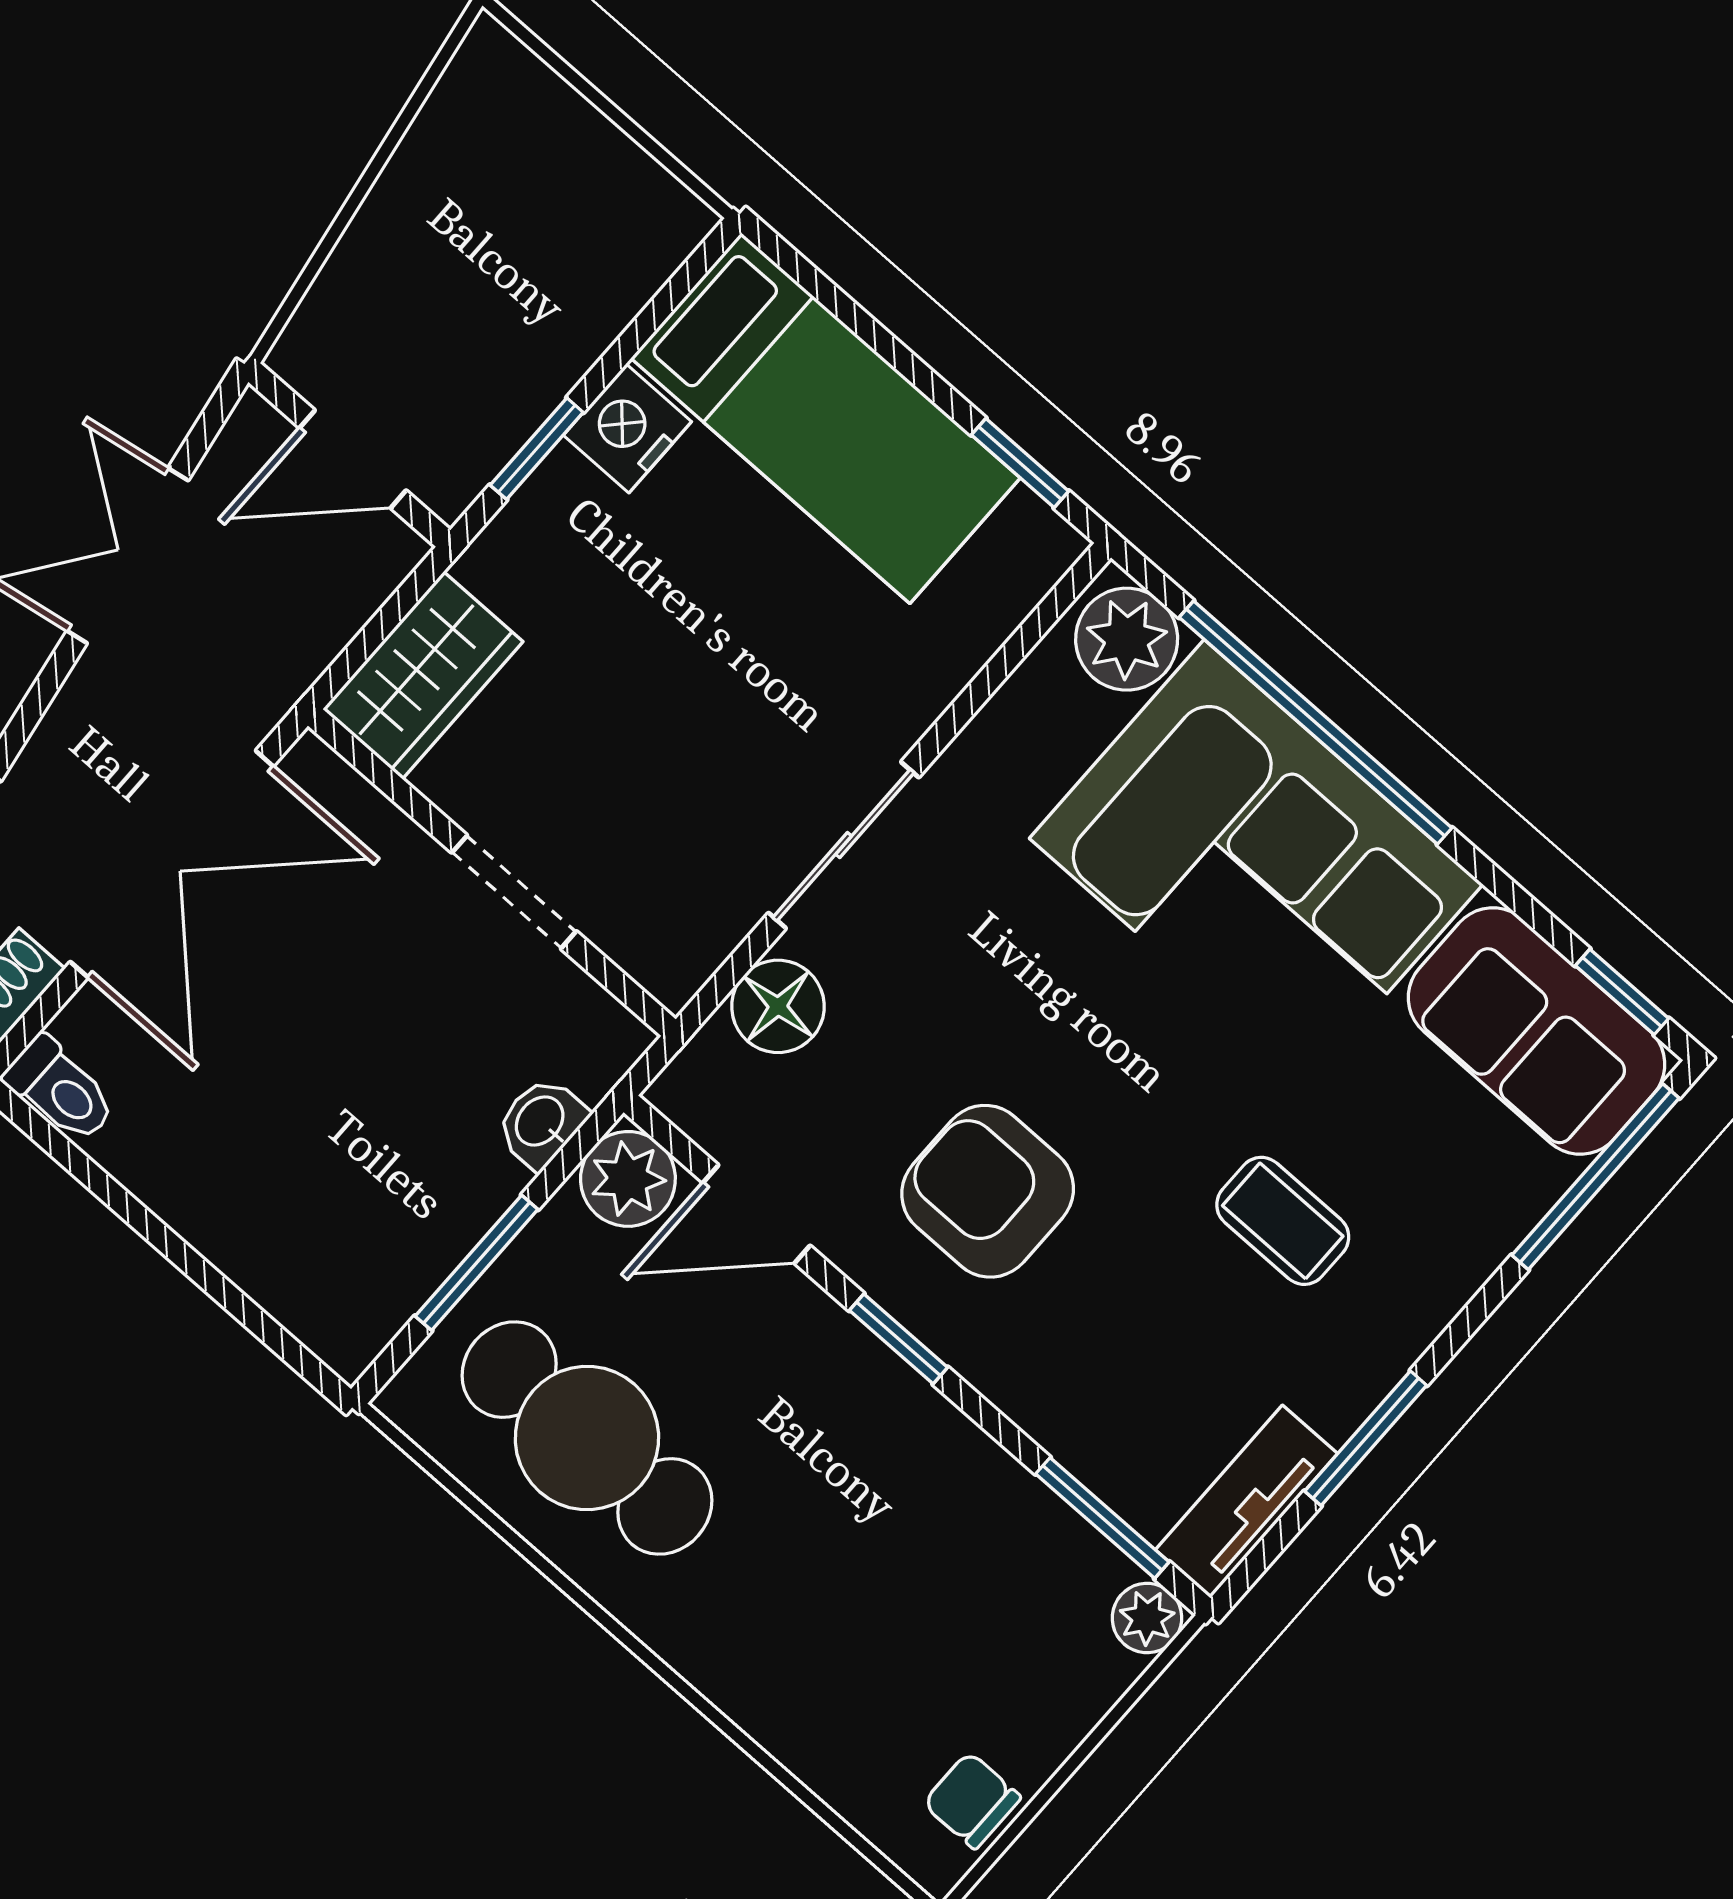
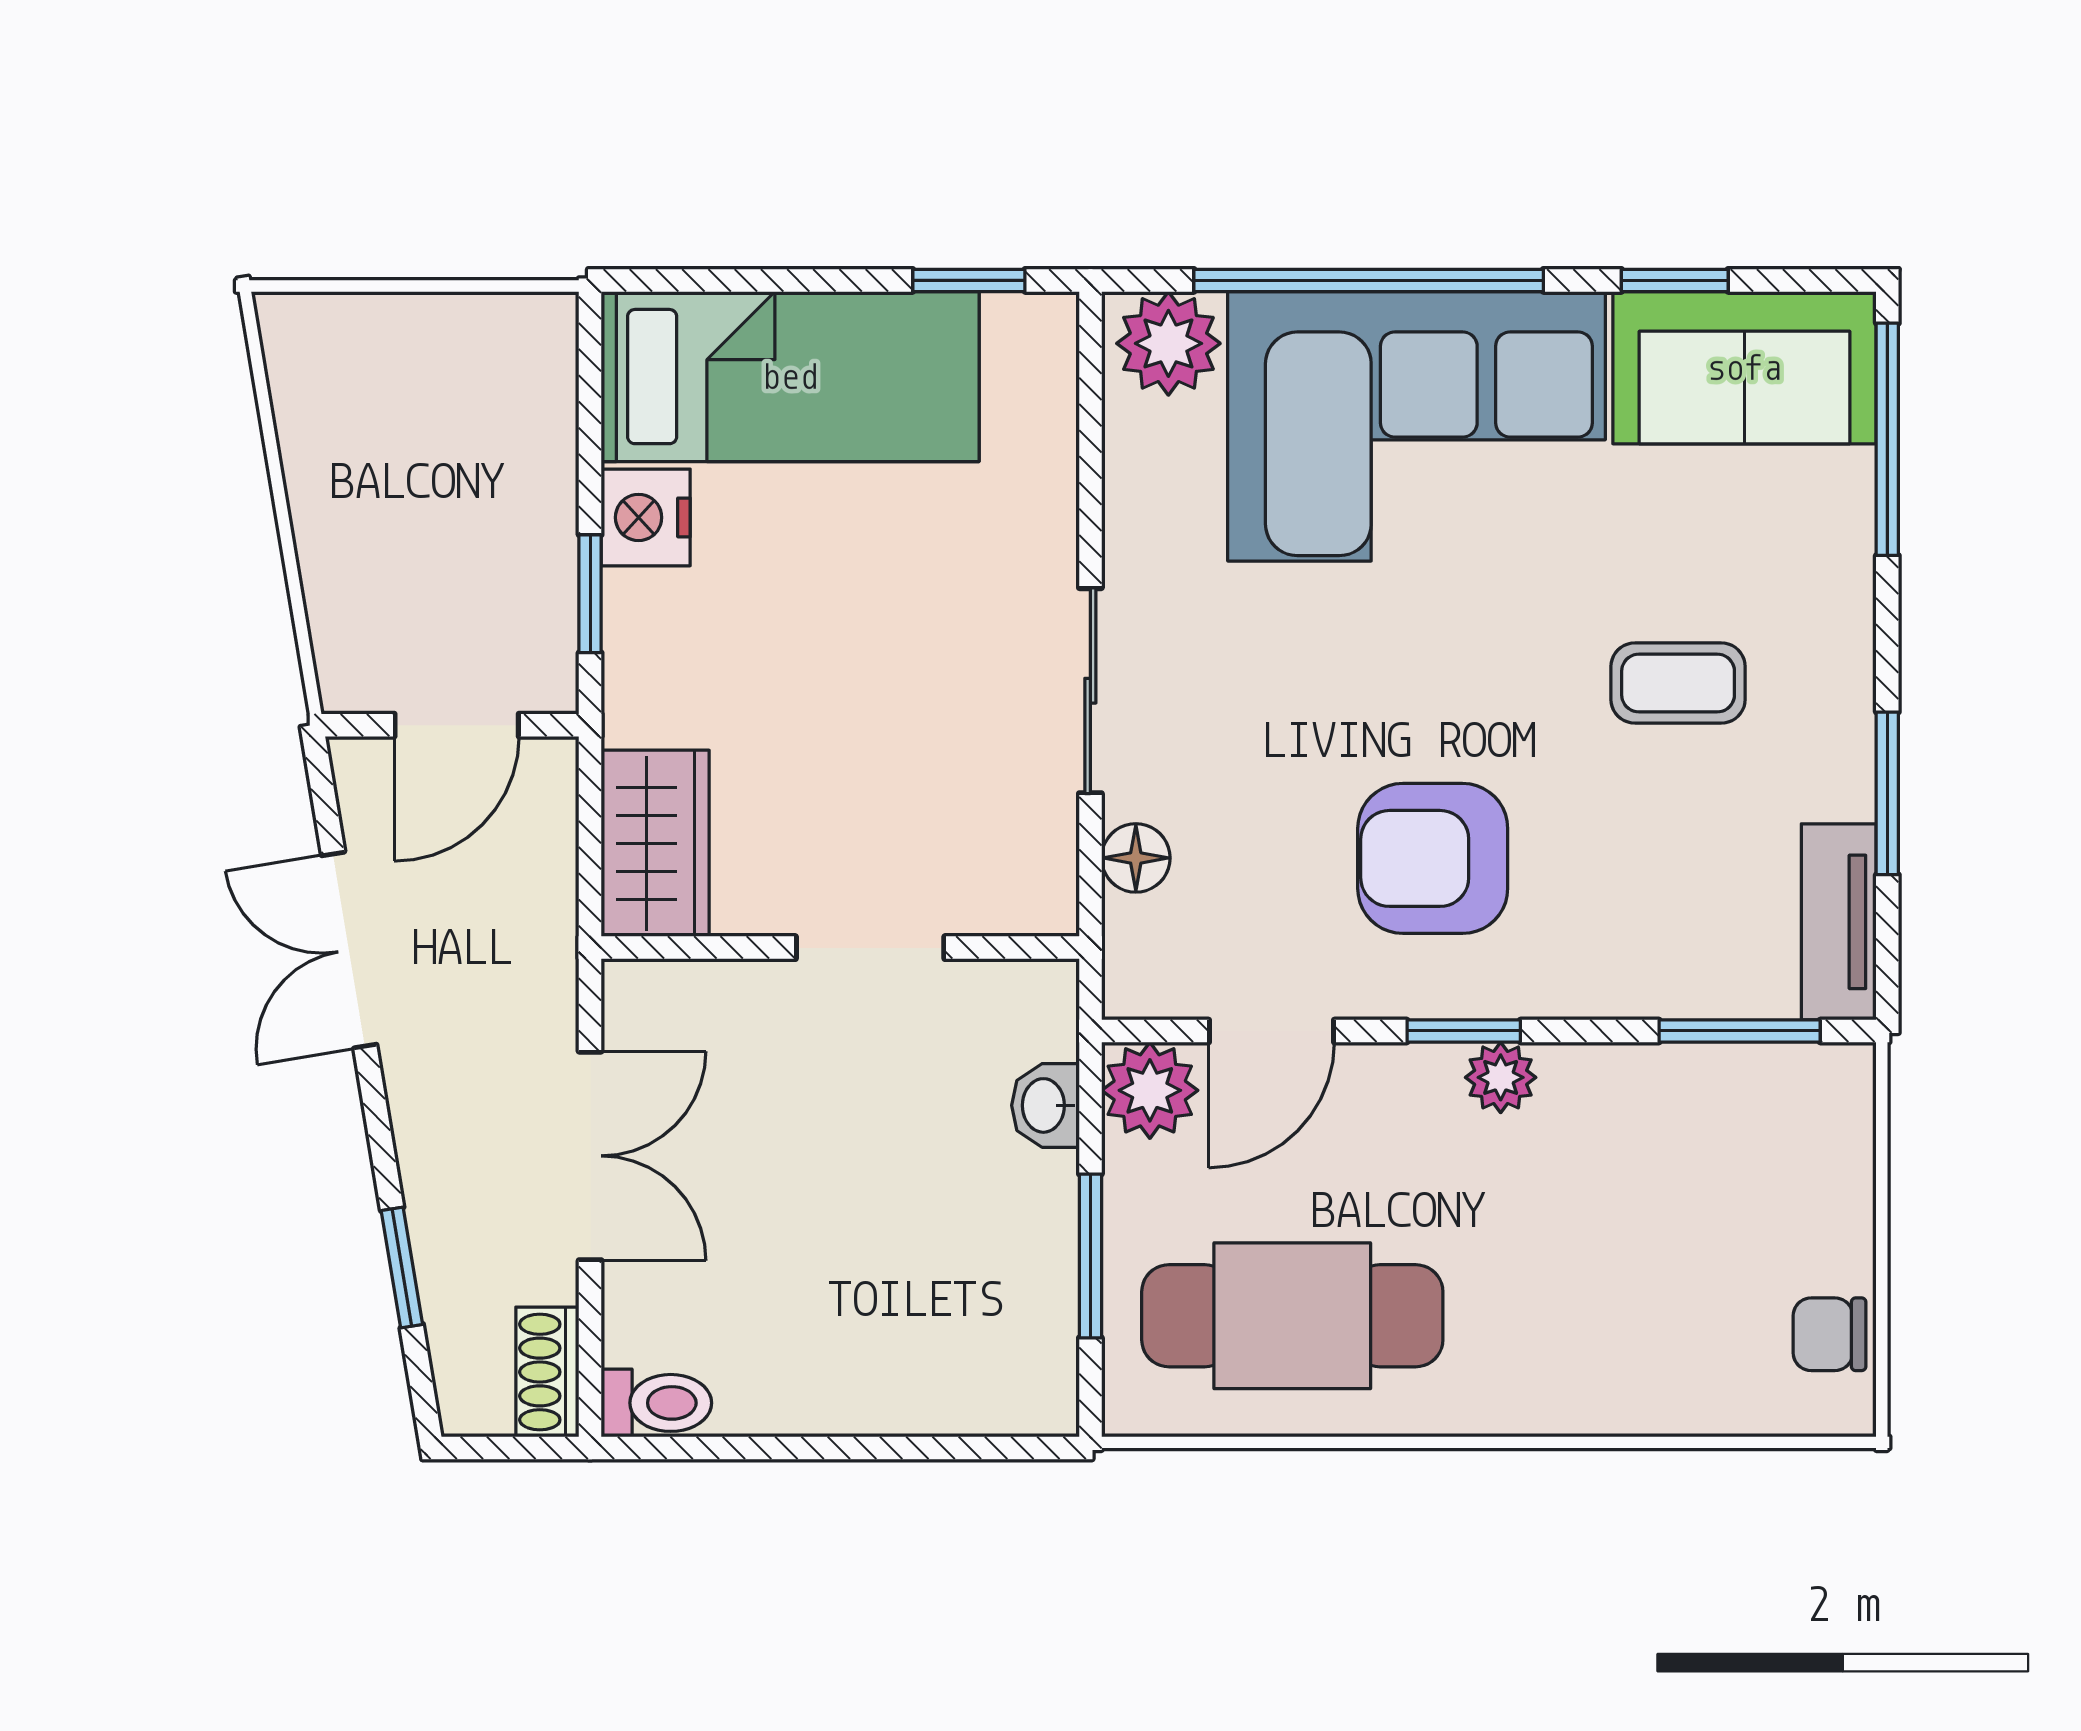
double door: (172, 864) -> (590, 1156), width x0.73
window: (1622, 992) -> (1675, 280), moved
floor lamp: (778, 1006) -> (1136, 858), width x0.73, depth x0.73
plant: (1147, 1618) -> (1501, 1077), moved

